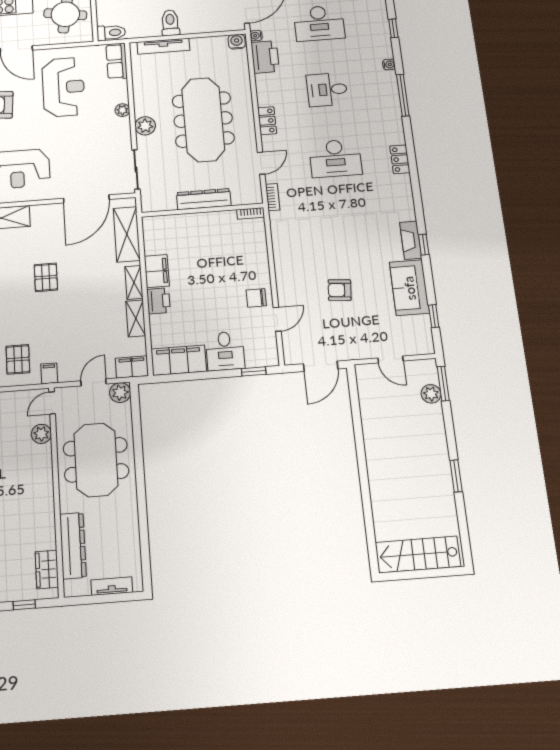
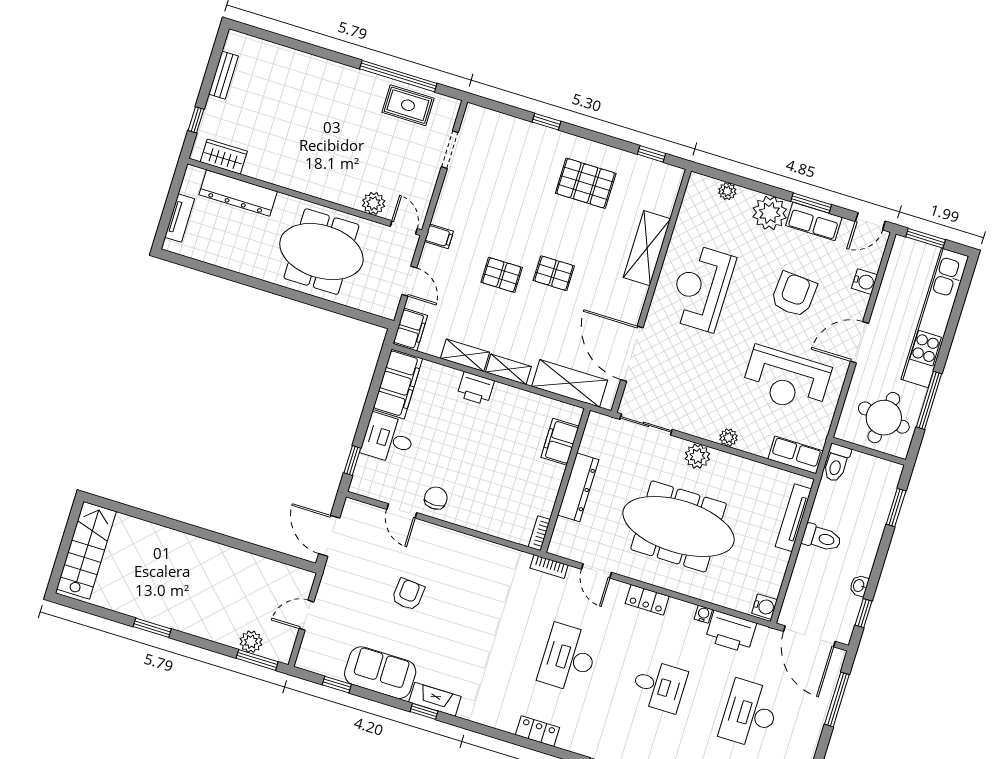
water cooler: (256, 36) -> (703, 614), moved
desk: (327, 90) -> (659, 686), turned 90
filing cabinet: (157, 271) -> (560, 442), moved, turned 90
pallet: (18, 359) -> (502, 275), moved
plant: (120, 393) -> (386, 306), removed

